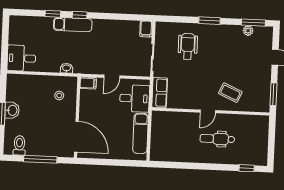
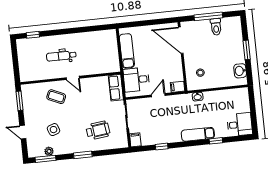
window: (80, 15) -> (162, 147), moved
wheelchair: (188, 46) -> (98, 130), turned -97
side table: (239, 55) -> (54, 130), added
desk: (21, 58) -> (240, 125), moved
washbasin: (12, 110) -> (240, 71), moved
door: (208, 111) -> (73, 78), swing flipped
dental chair: (217, 139) -> (61, 56), turned 180
toilet: (19, 145) -> (216, 27), moved

